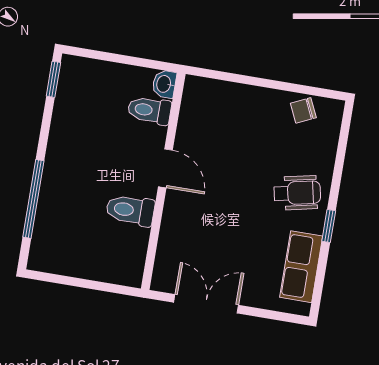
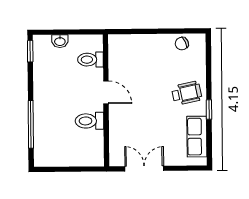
washbasin: (164, 84) -> (60, 41), moved, turned -90

